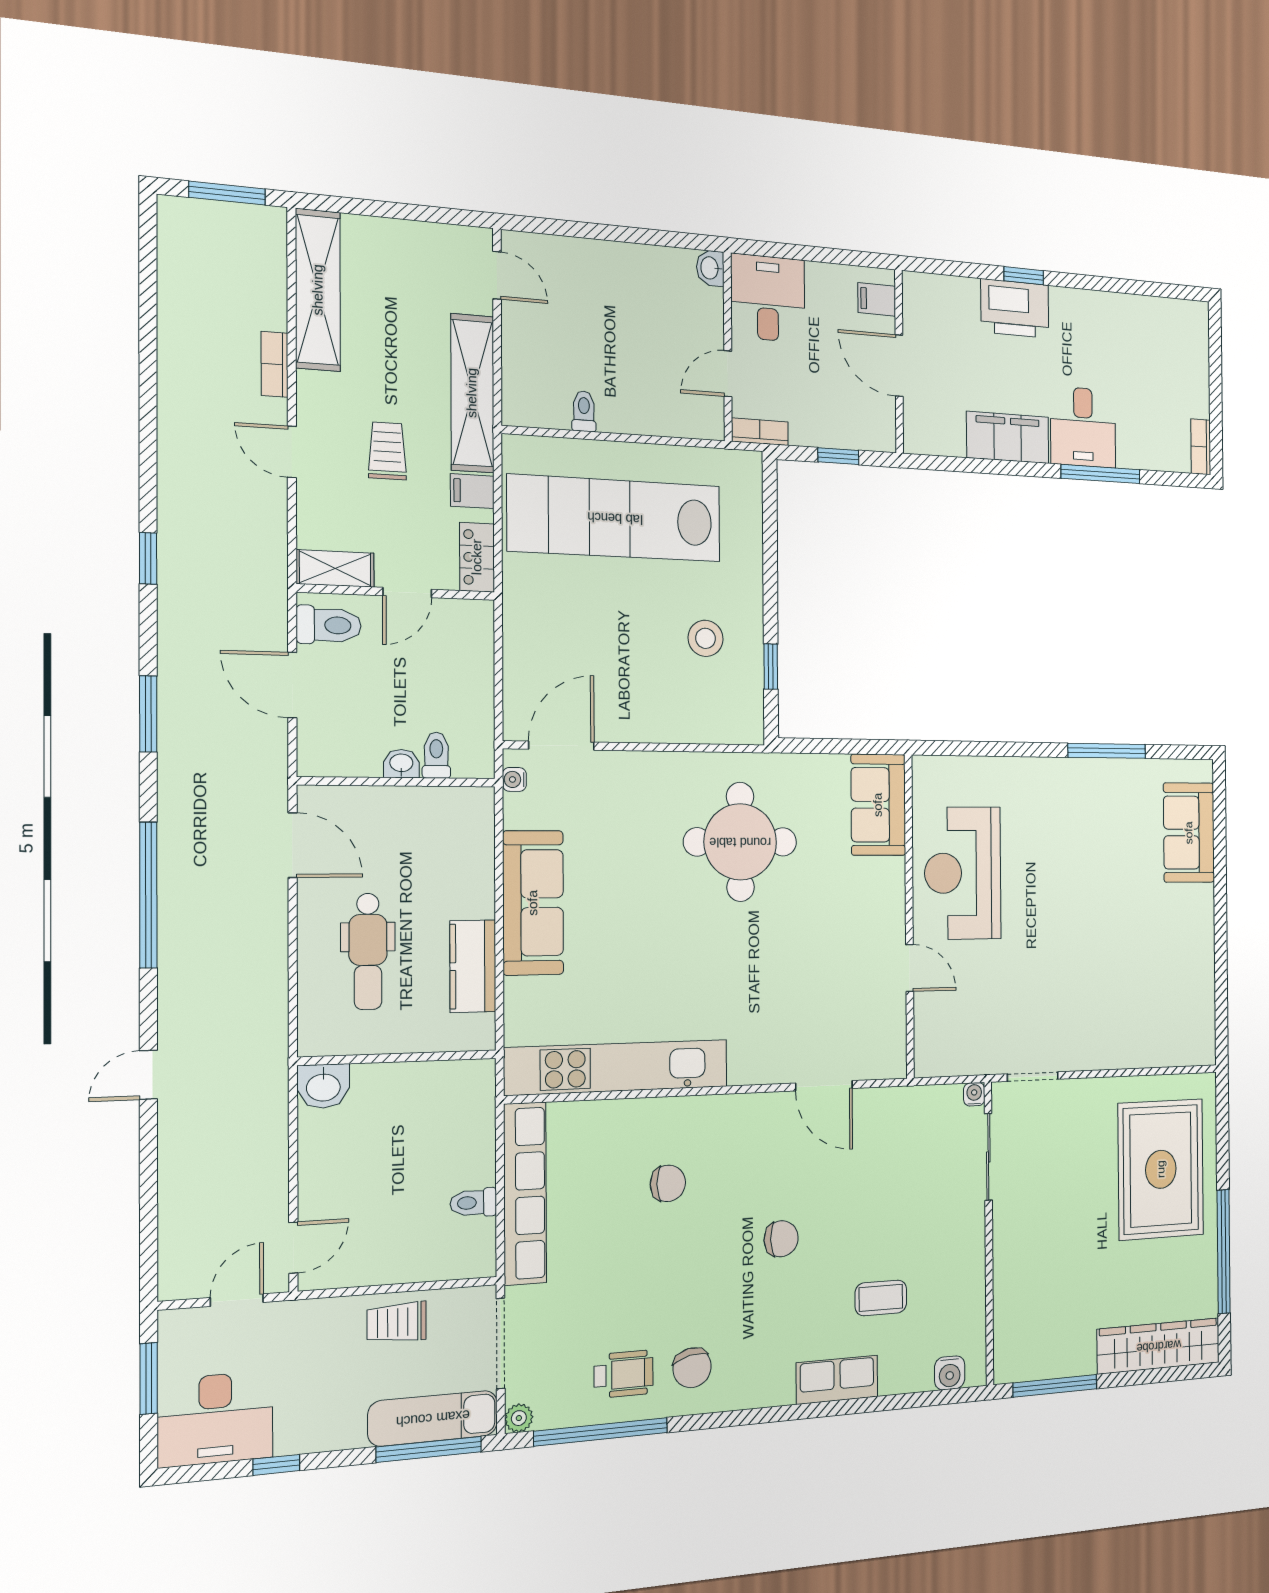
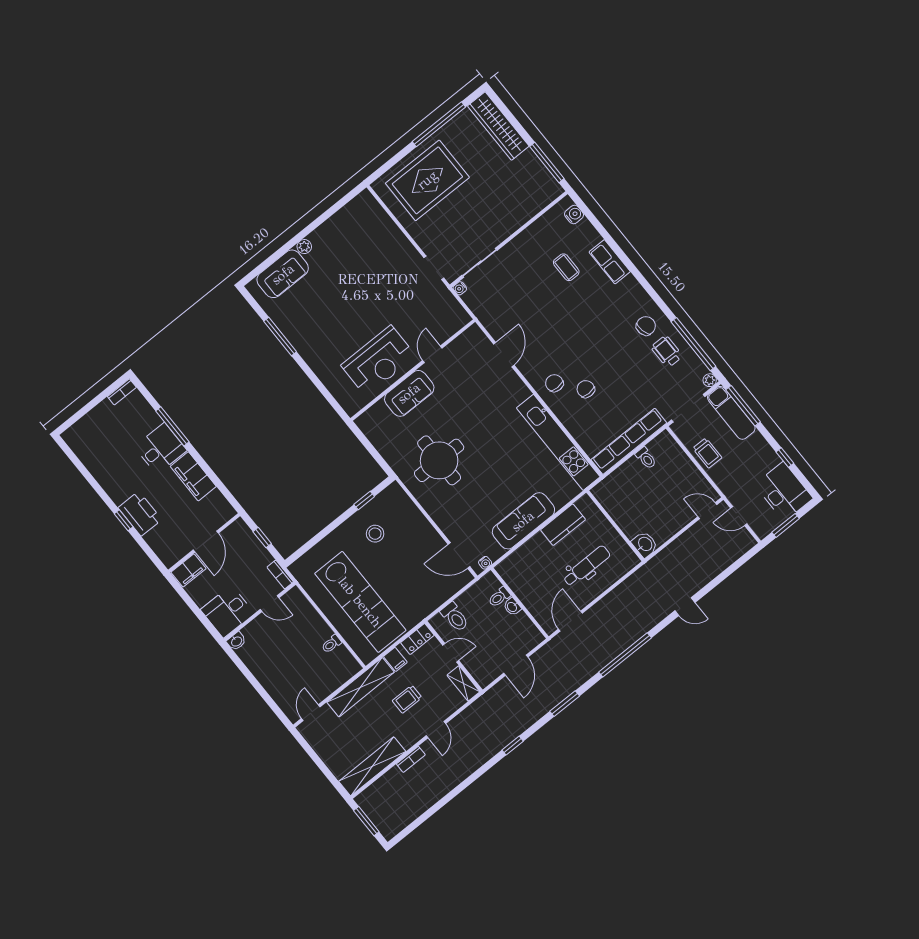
filing cabinet: (877, 299) -> (189, 570), width x2.00
toilet: (329, 625) -> (455, 617), moved, turned 180
sofa: (878, 805) -> (409, 393), moved
plant: (1202, 899) -> (304, 247), added
chair: (781, 1239) -> (554, 383), moved

